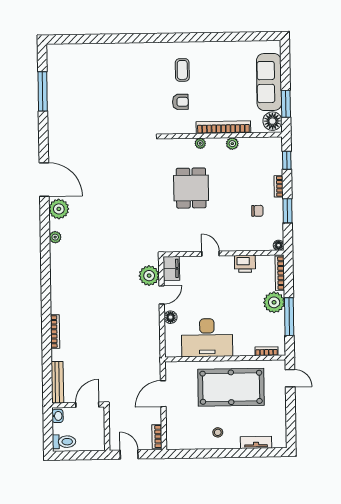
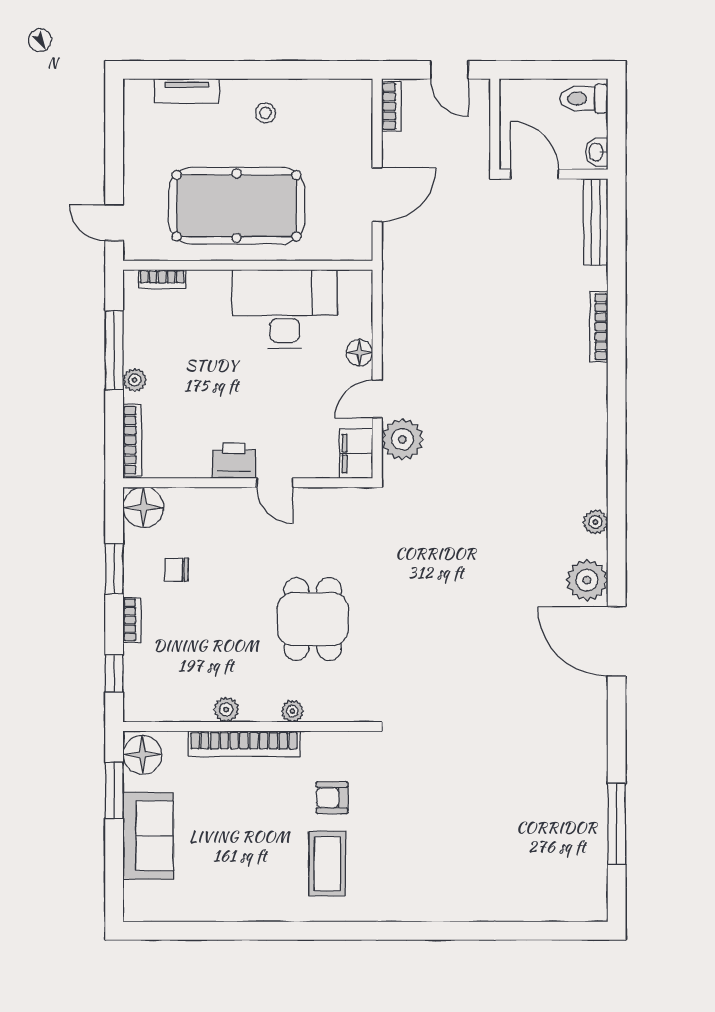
coffee table: (182, 70) -> (327, 864), width x1.36, depth x1.30
sofa: (269, 82) -> (148, 836), width x0.73
floor lamp: (279, 245) -> (143, 507), width x1.89, depth x1.89
printer: (245, 264) -> (234, 461), moved
plant: (274, 302) -> (135, 380), width x0.53, depth x0.53
door: (87, 405) -> (534, 174), swing flipped

